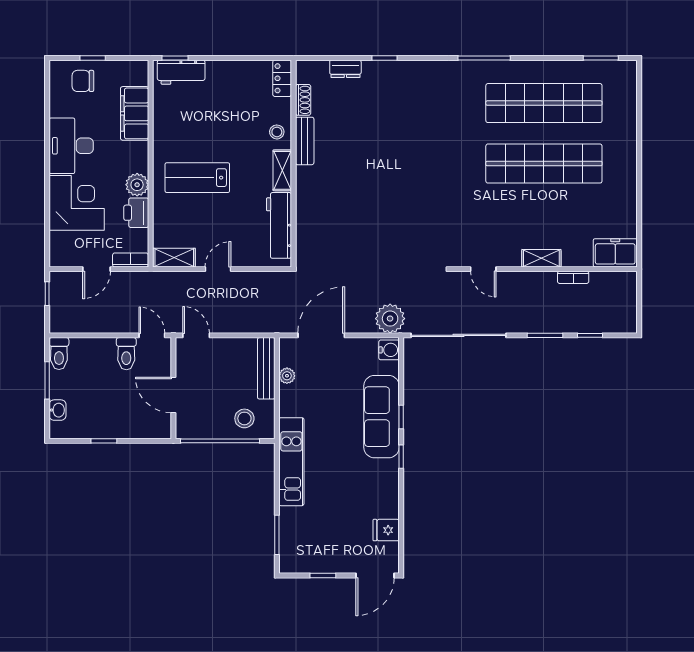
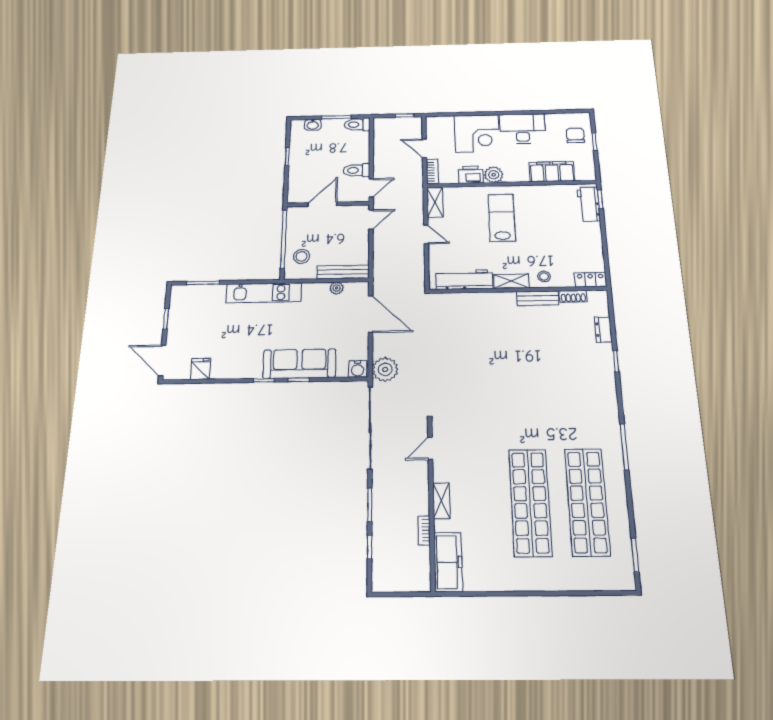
freezer: (615, 253) -> (448, 562), width x1.40

